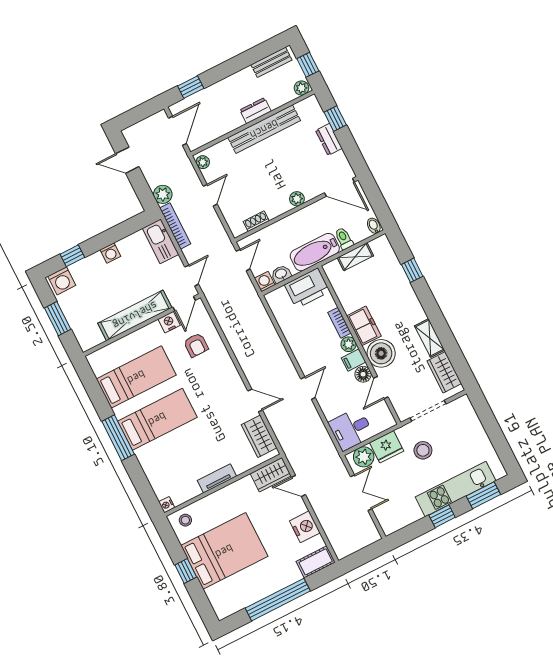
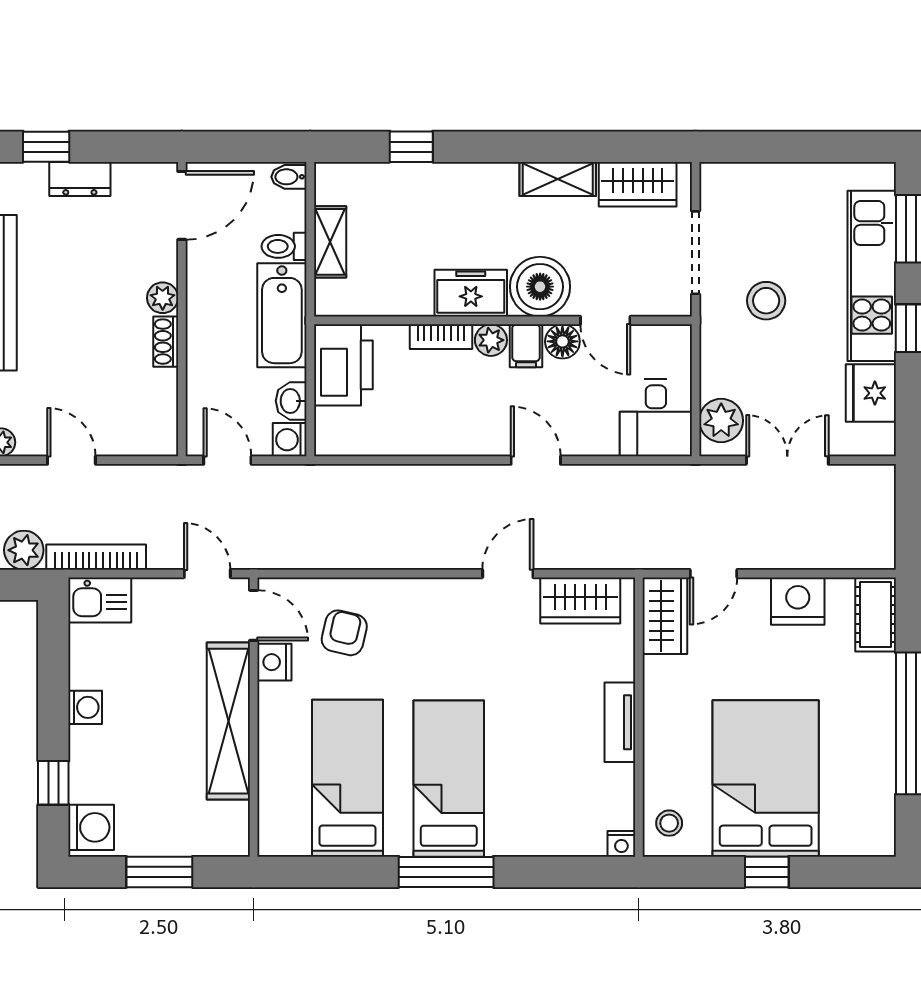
shoe rack: (256, 221) -> (166, 342), moved
kitchen sink: (161, 241) -> (100, 600), width x0.73
armchair: (196, 345) -> (344, 633), turned -77
fridge: (387, 447) -> (871, 393), moved, turned 180

